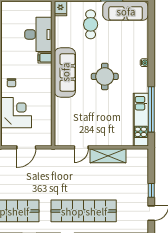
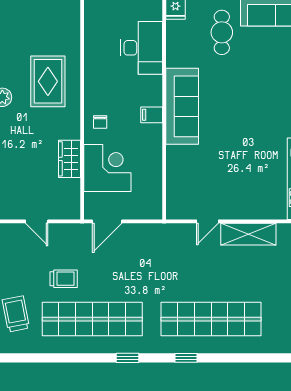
filing cabinet: (45, 58) -> (152, 115), moved
round table: (105, 76) -> (244, 112), removed
door: (26, 147) -> (107, 221), moved

